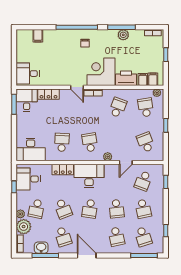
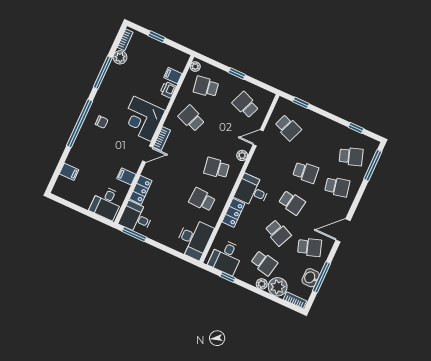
plant: (123, 35) -> (120, 57), moved
printer: (126, 78) -> (168, 90), width x0.53, depth x0.68
filing cabinet: (153, 79) -> (126, 176), moved
school desk: (146, 142) -> (246, 105), turned 42
door: (126, 163) -> (258, 138), swing flipped
desk: (89, 176) -> (252, 191), width x0.73
school desk: (63, 209) -> (278, 233), turned 45
school desk: (143, 209) -> (319, 142), removed

